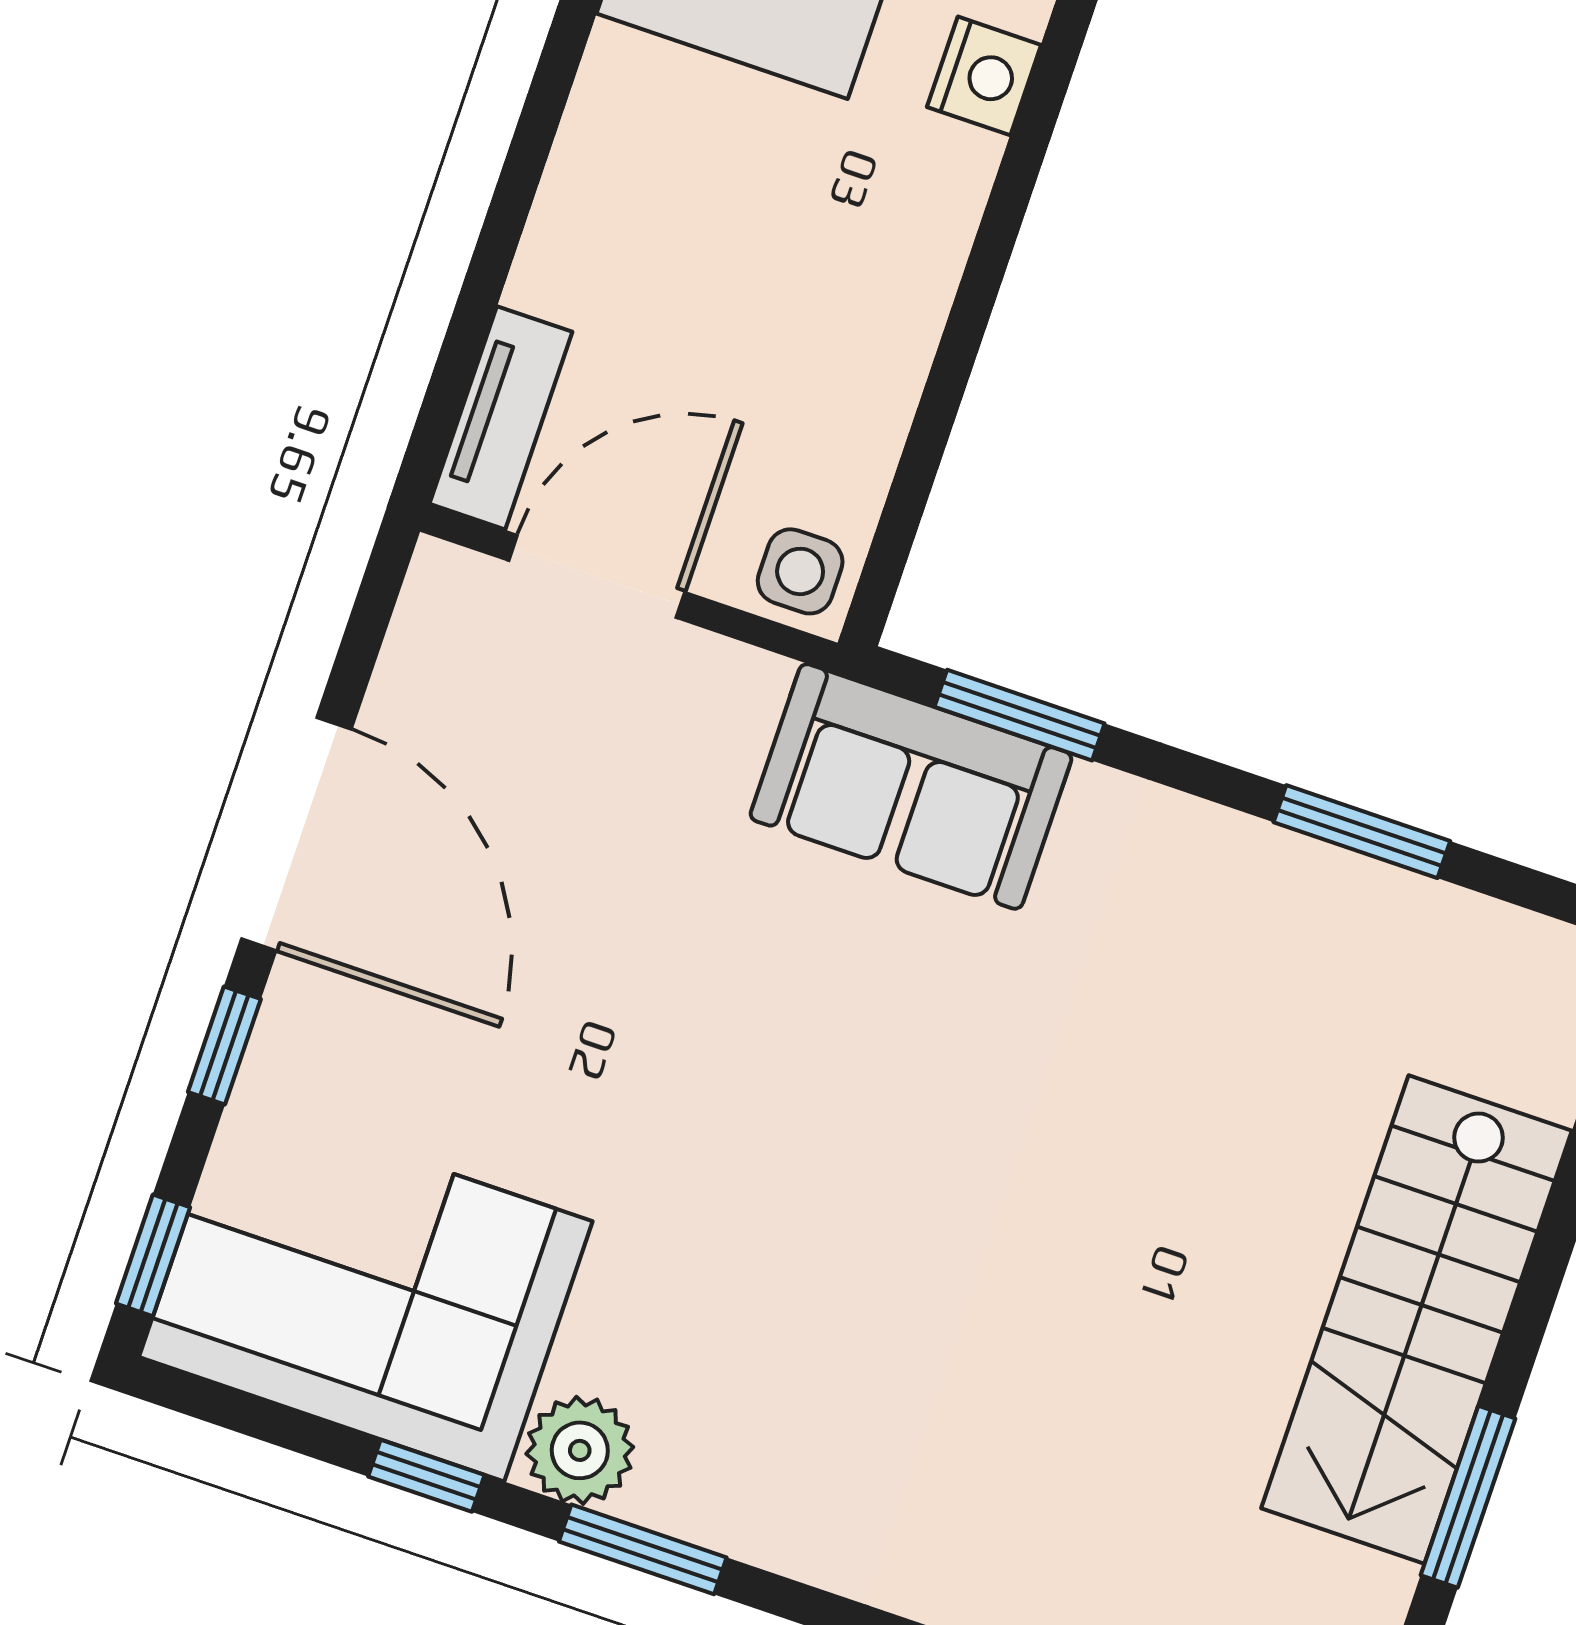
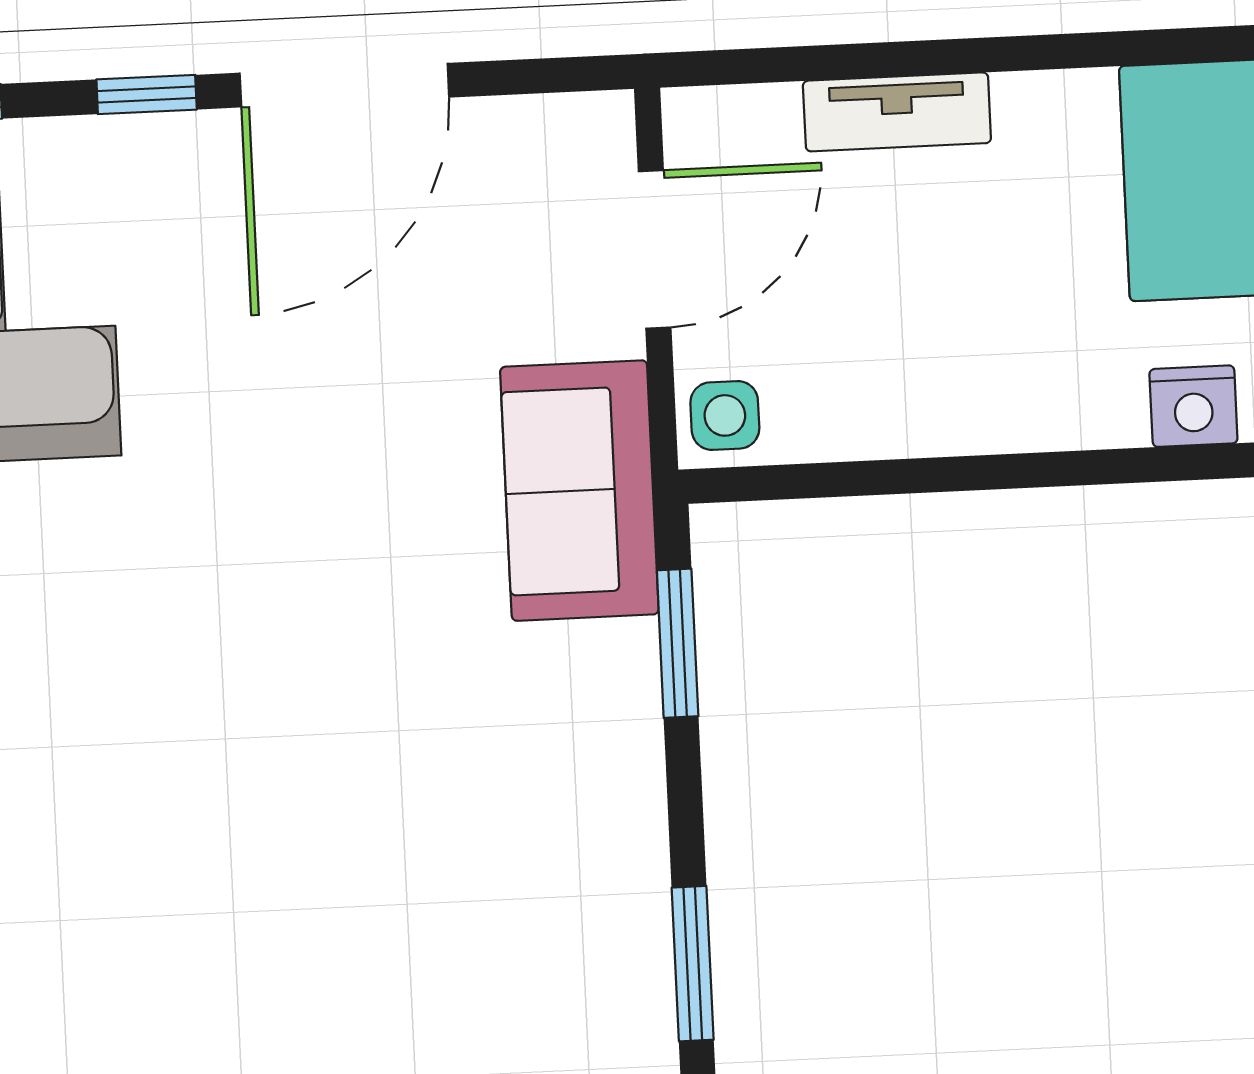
tv unit: (501, 418) -> (897, 112), moved
door: (597, 576) -> (655, 249), hinge flipped
sofa: (911, 786) -> (579, 491), moved

